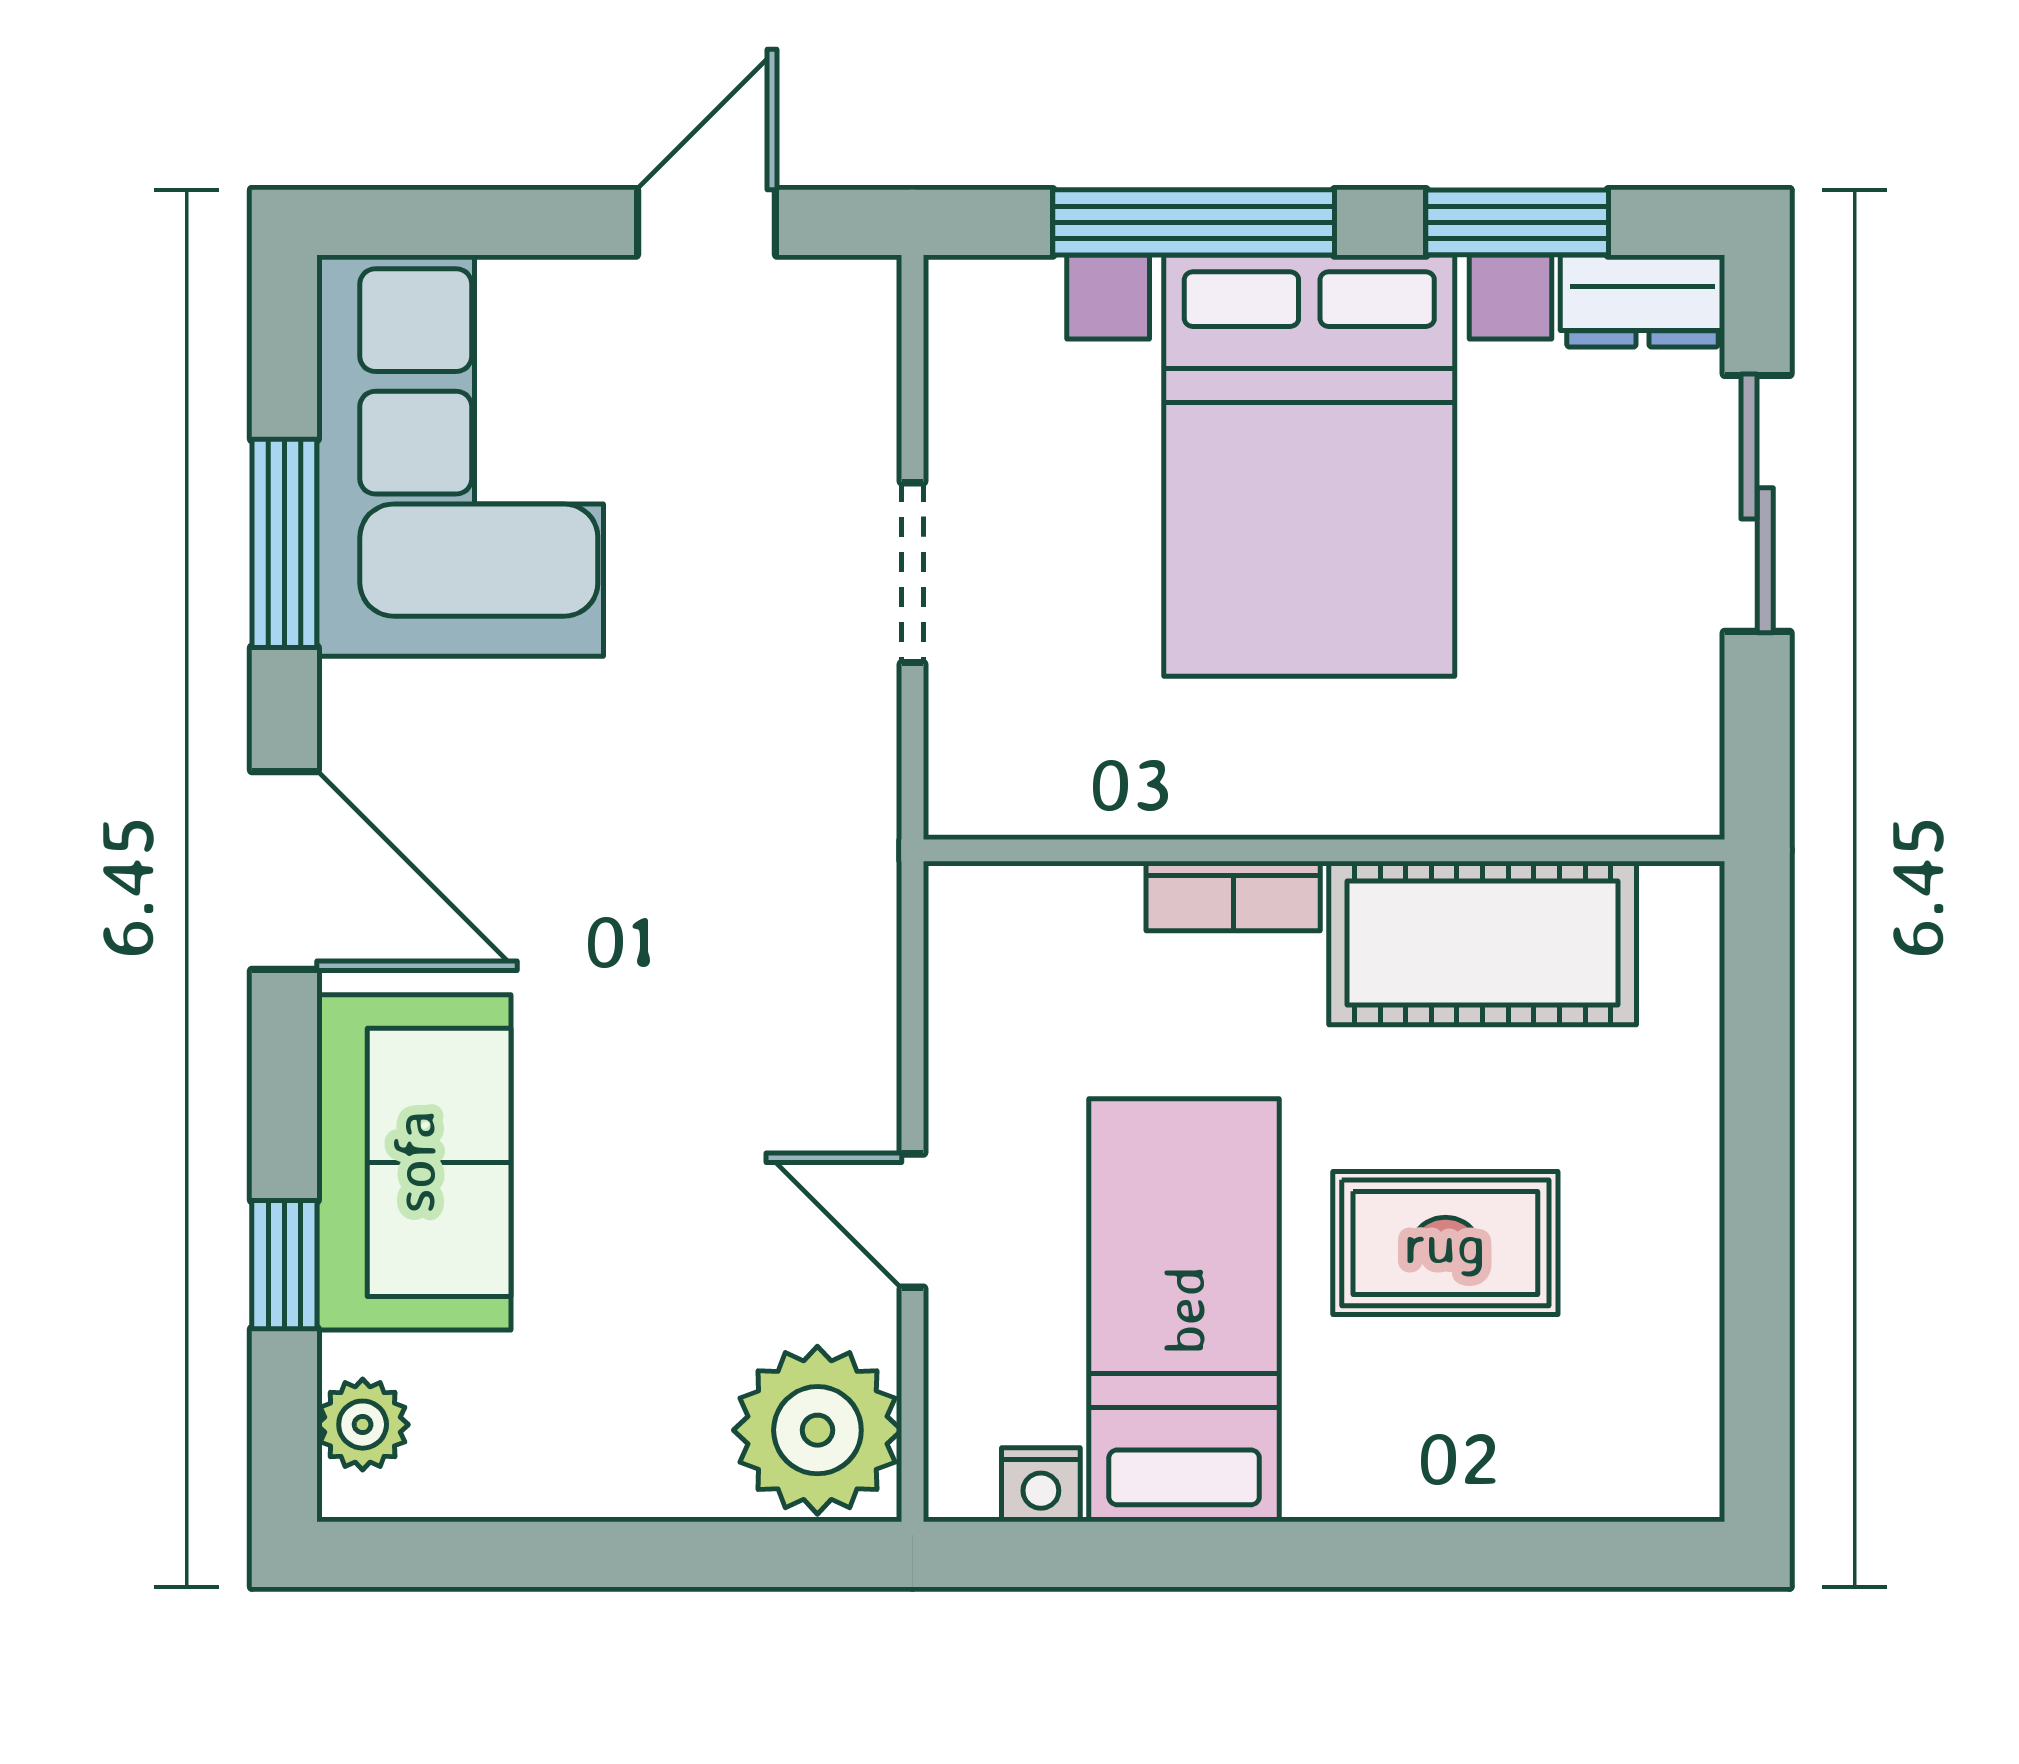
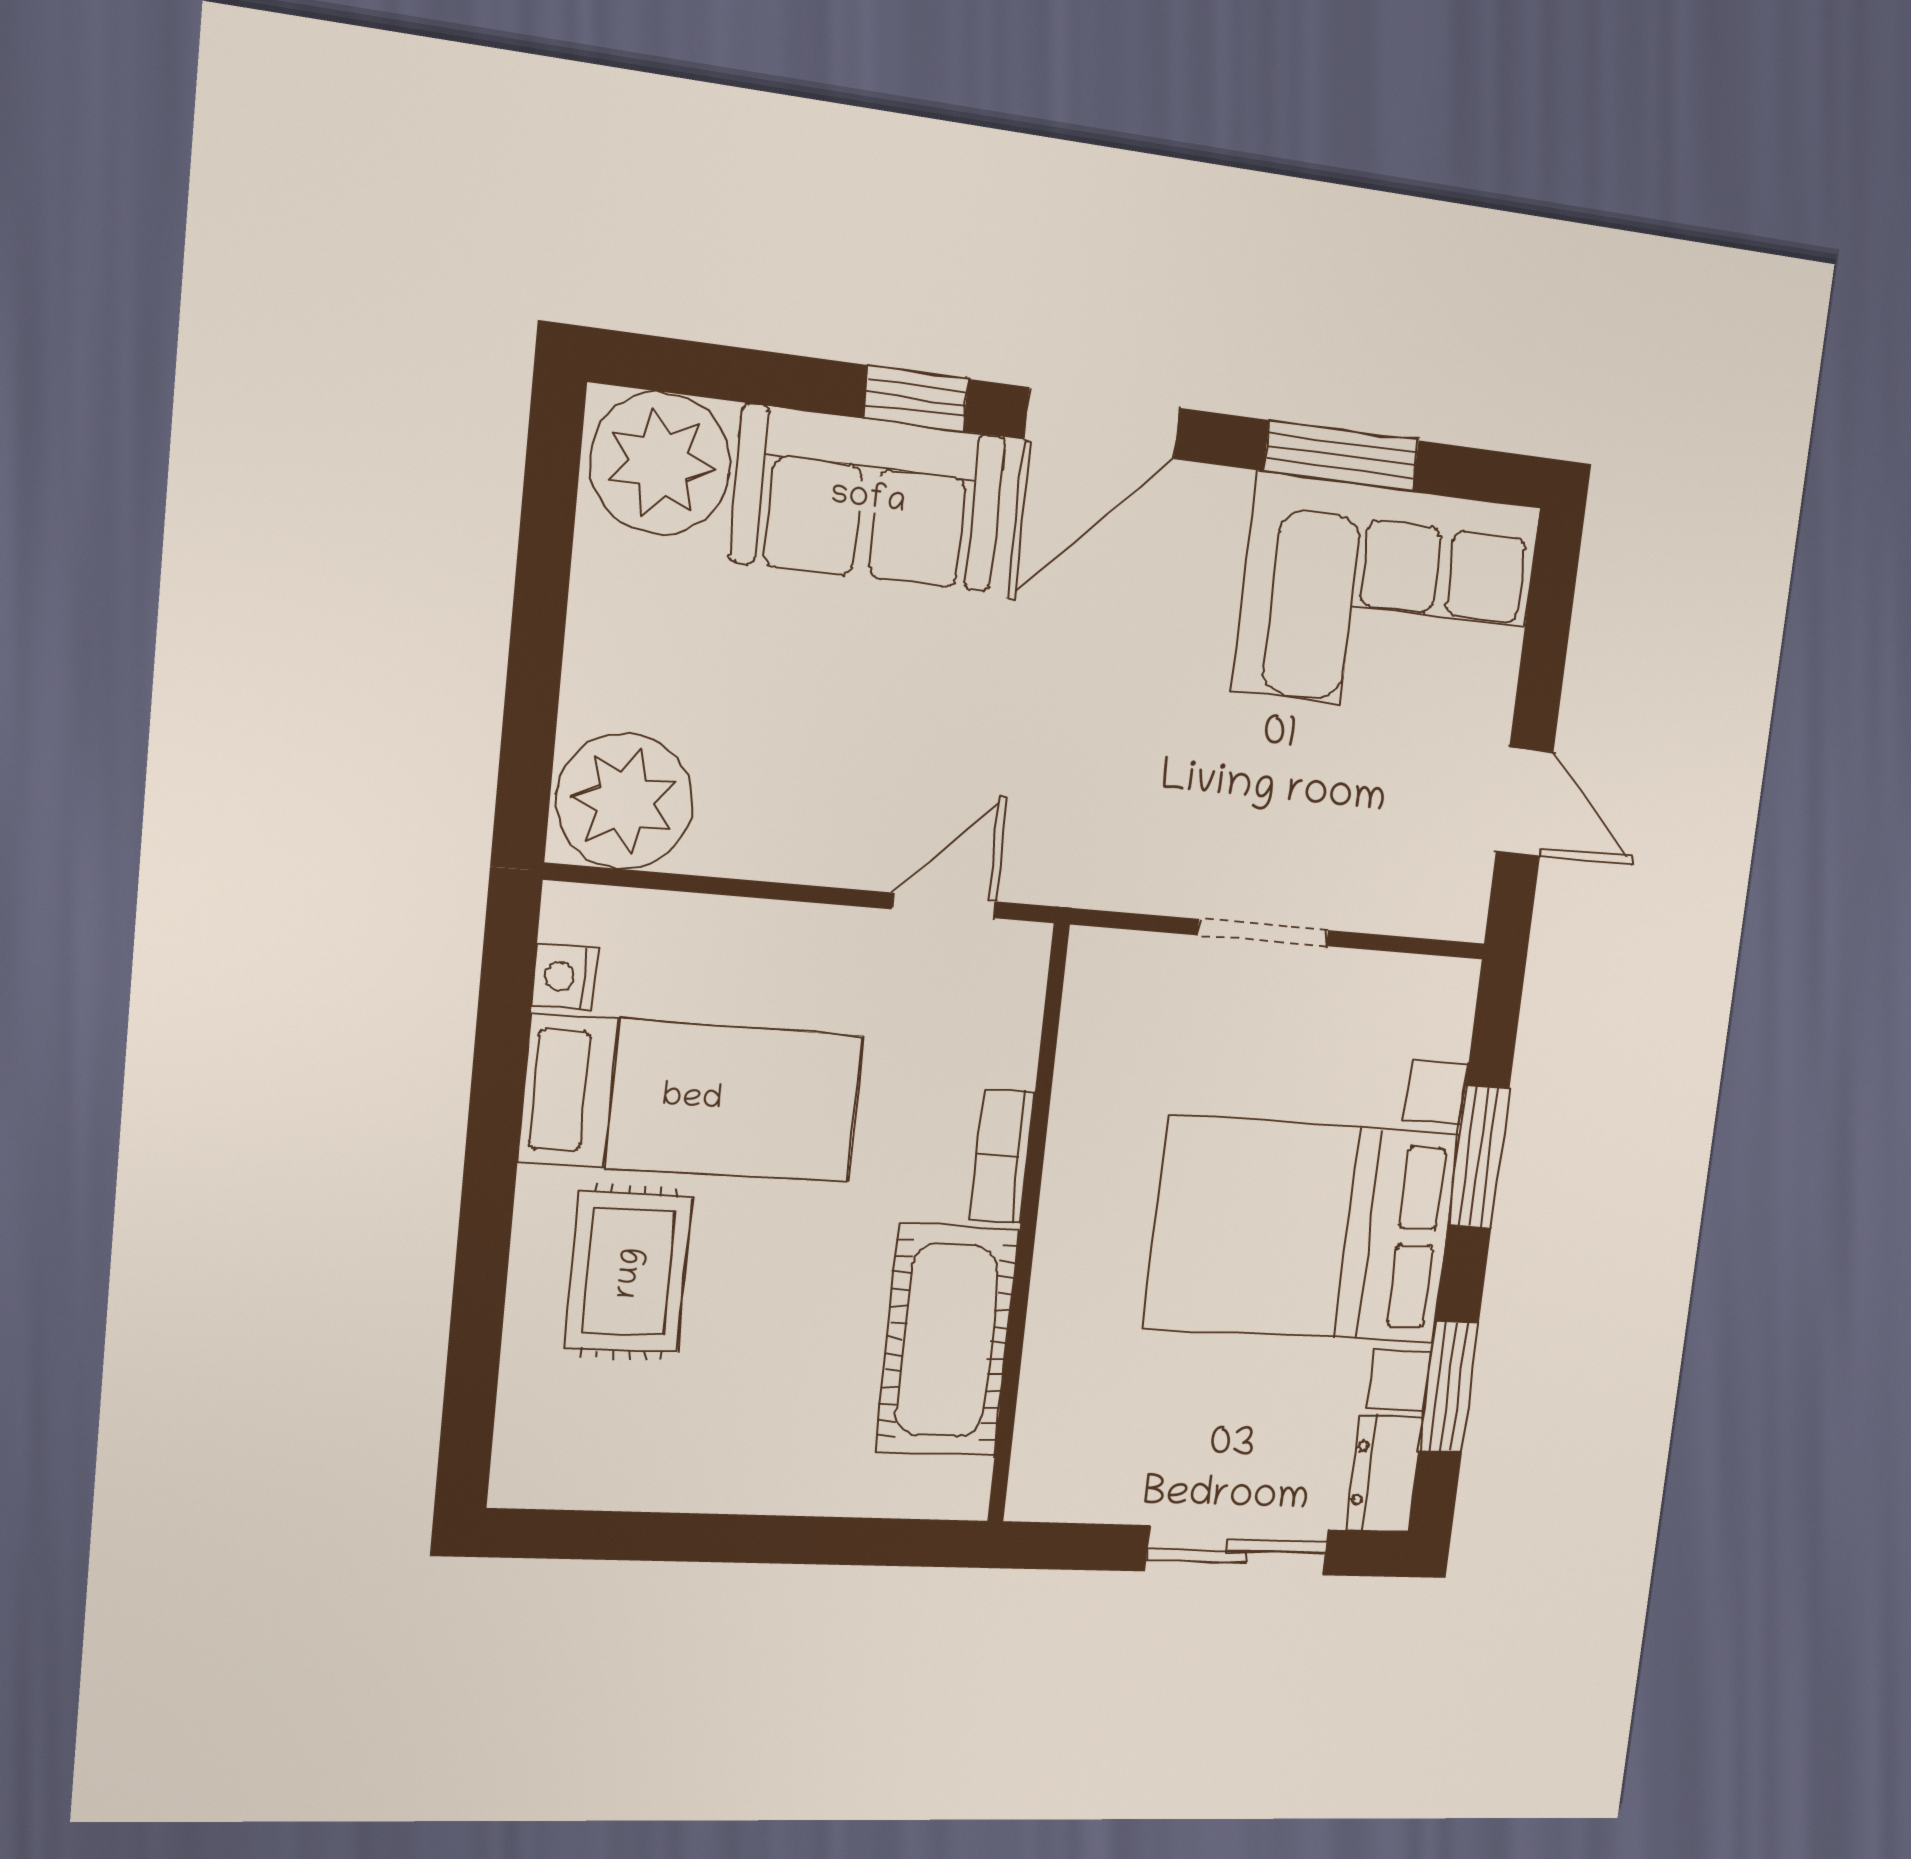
window: (1194, 222) -> (1479, 1157), width x0.69
door: (912, 1221) -> (944, 905), moved
rug: (1445, 1243) -> (629, 1273), moved
window: (284, 1265) -> (916, 398), moved
plant: (363, 1425) -> (660, 463), width x1.88, depth x1.88

